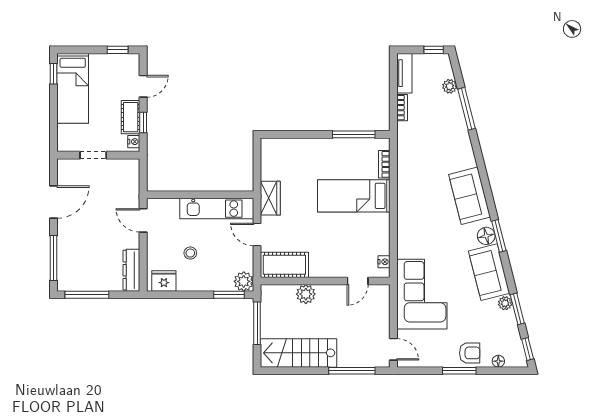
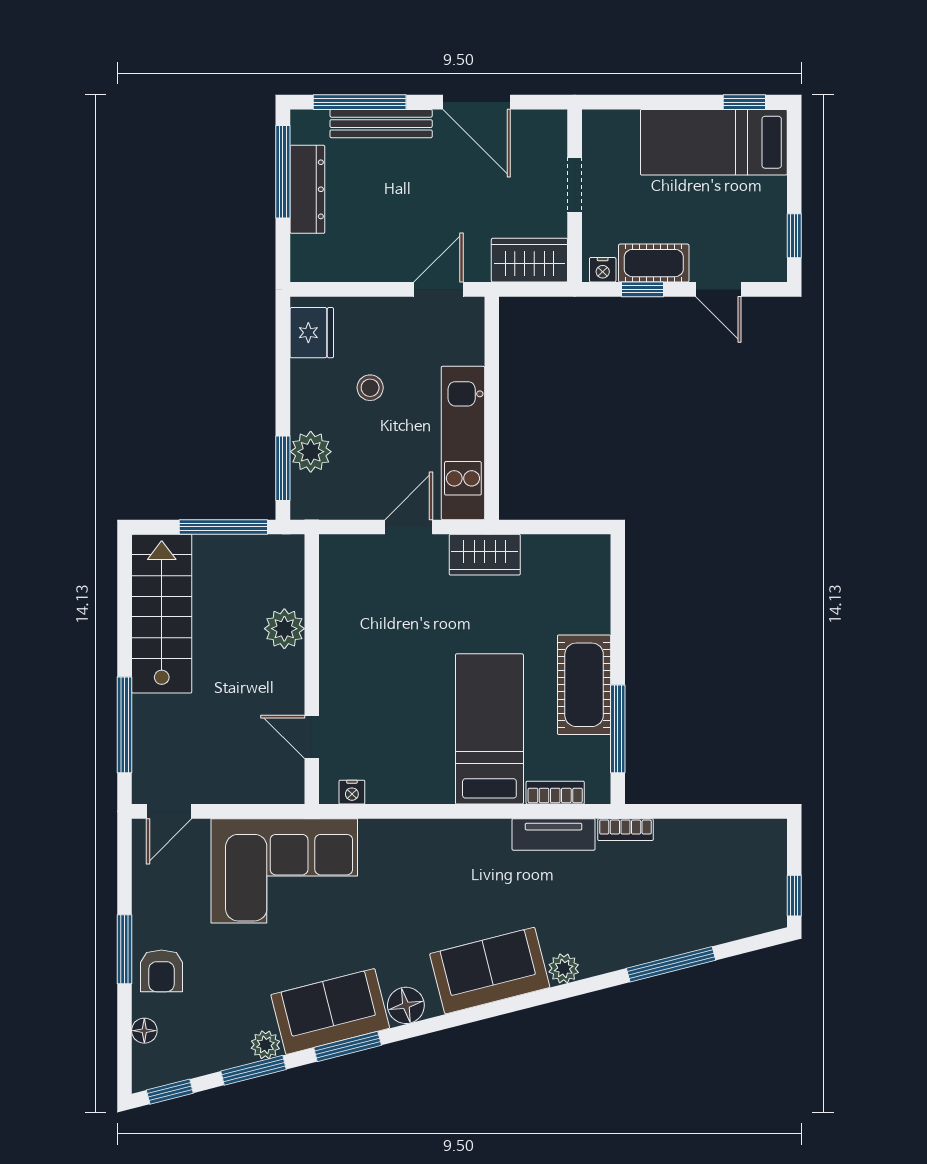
tv unit: (404, 73) -> (554, 834), moved
plant: (450, 86) -> (564, 968), moved
bookcase: (402, 108) -> (625, 830), moved
wardrobe: (129, 177) -> (529, 260), added
window: (499, 236) -> (348, 1046), moved
bench: (64, 248) -> (381, 124), added
cot: (284, 265) -> (584, 685), moved
dresser: (131, 270) -> (307, 189), moved, turned 90
plant: (244, 281) -> (311, 452), moved

